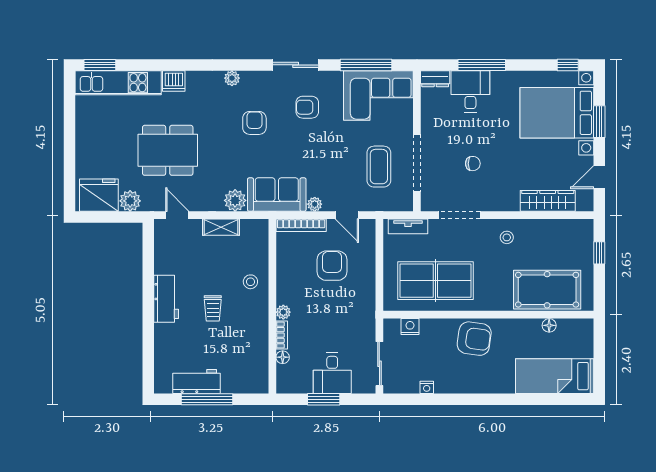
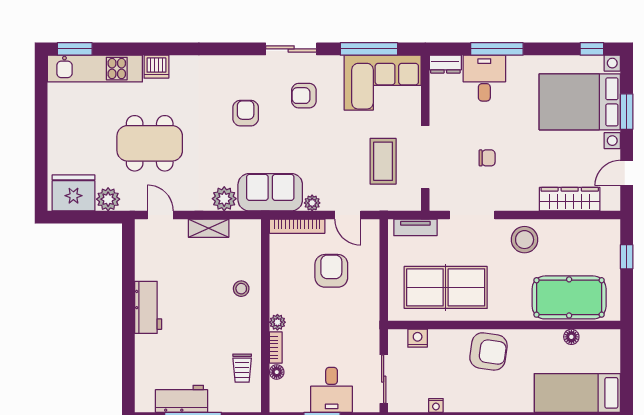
plant: (232, 78) -> (221, 64), removed
stool: (507, 237) -> (525, 240), width x1.89, depth x1.89
trolley: (213, 308) -> (242, 368), moved

